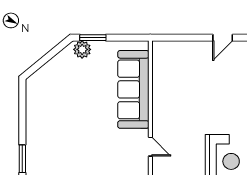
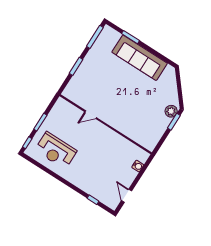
water cooler: (177, 47) -> (138, 166), added
sofa: (133, 89) -> (140, 58), moved, turned 180

